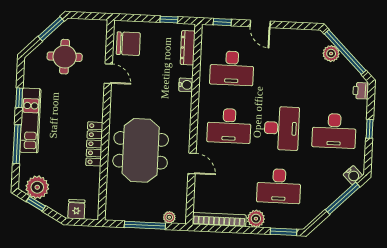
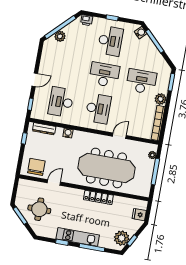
desk: (232, 68) -> (61, 102), turned 180
meeting table: (141, 150) -> (106, 168), width x1.36
desk: (279, 186) -> (141, 81), turned -90

